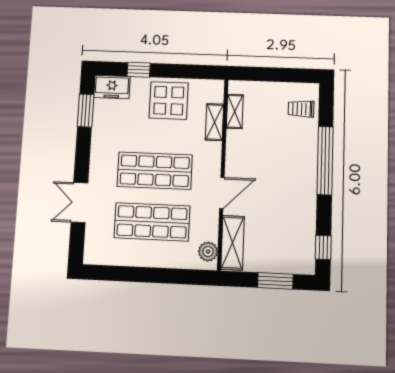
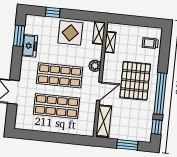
freezer: (112, 87) -> (30, 46), moved, turned -90
shelving: (215, 122) -> (99, 33), moved
window: (325, 160) -> (160, 94), moved
pallet: (281, 172) -> (135, 81), added
plant: (208, 252) -> (95, 66), moved

